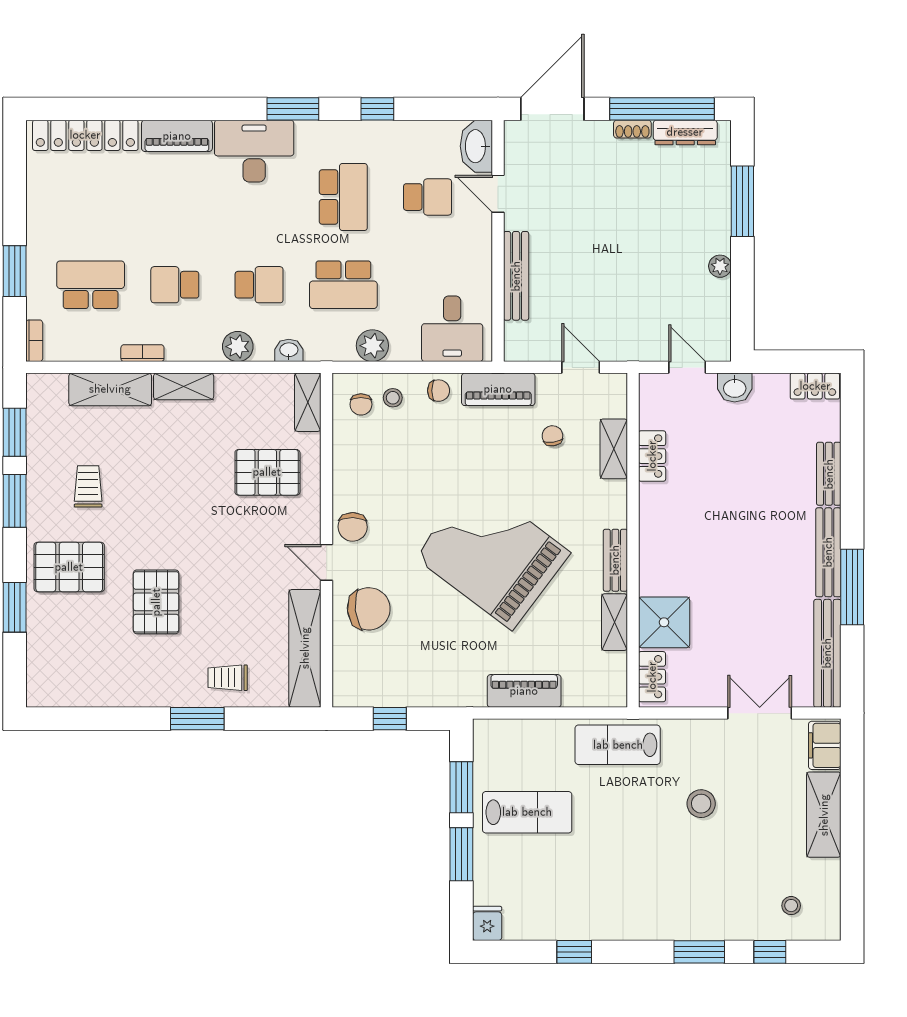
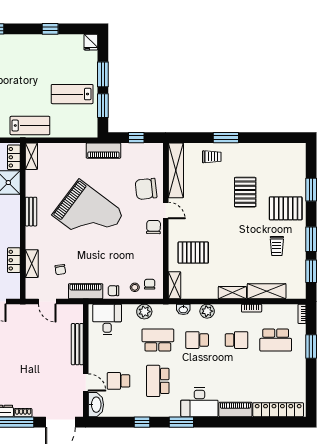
shelving: (614, 622) -> (31, 156), moved
piano: (524, 691) -> (103, 151), moved

